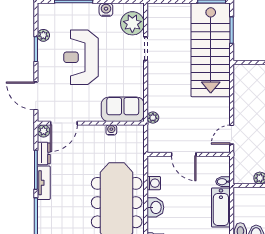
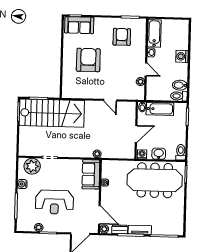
door: (184, 154) -> (136, 134), moved
wall: (189, 154) -> (136, 130), moved

